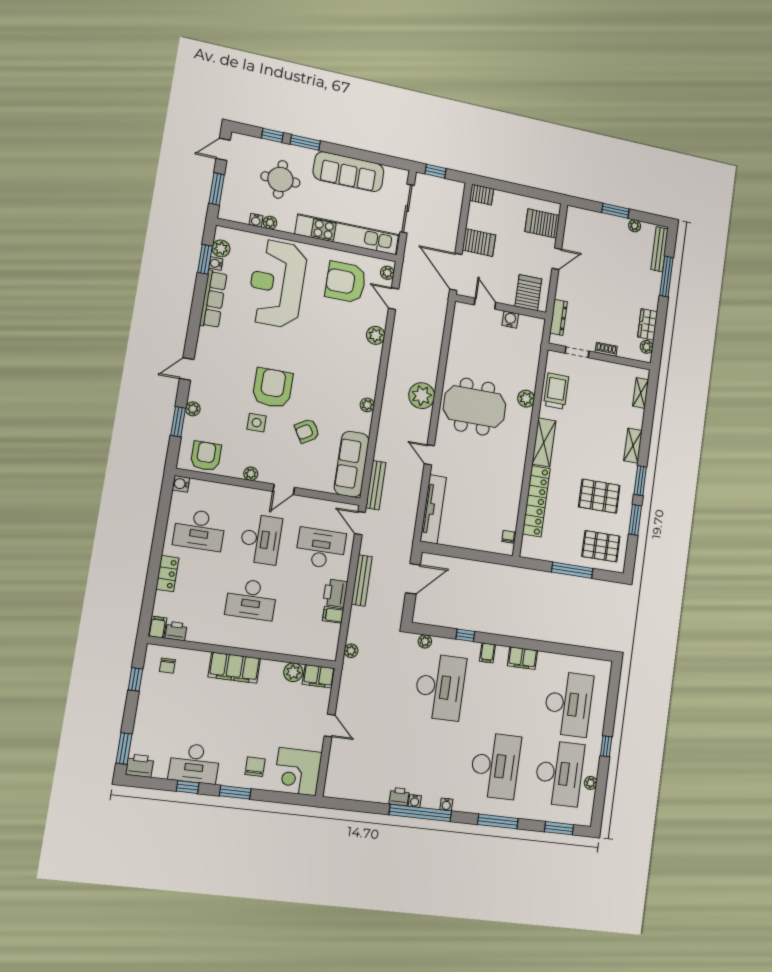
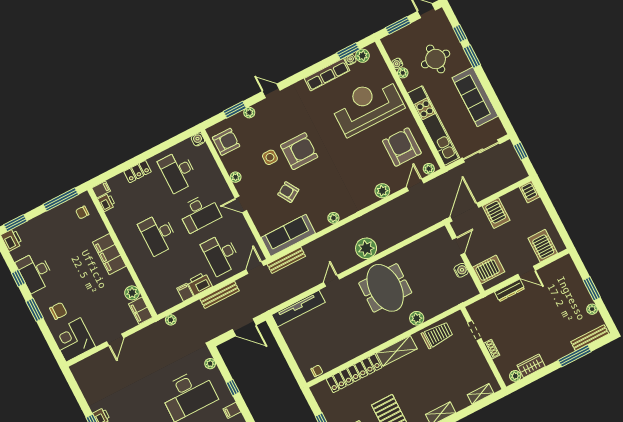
dresser: (558, 317) -> (510, 290), moved
desk: (321, 548) -> (221, 254), turned 180
window: (135, 679) -> (61, 199), width x2.17

